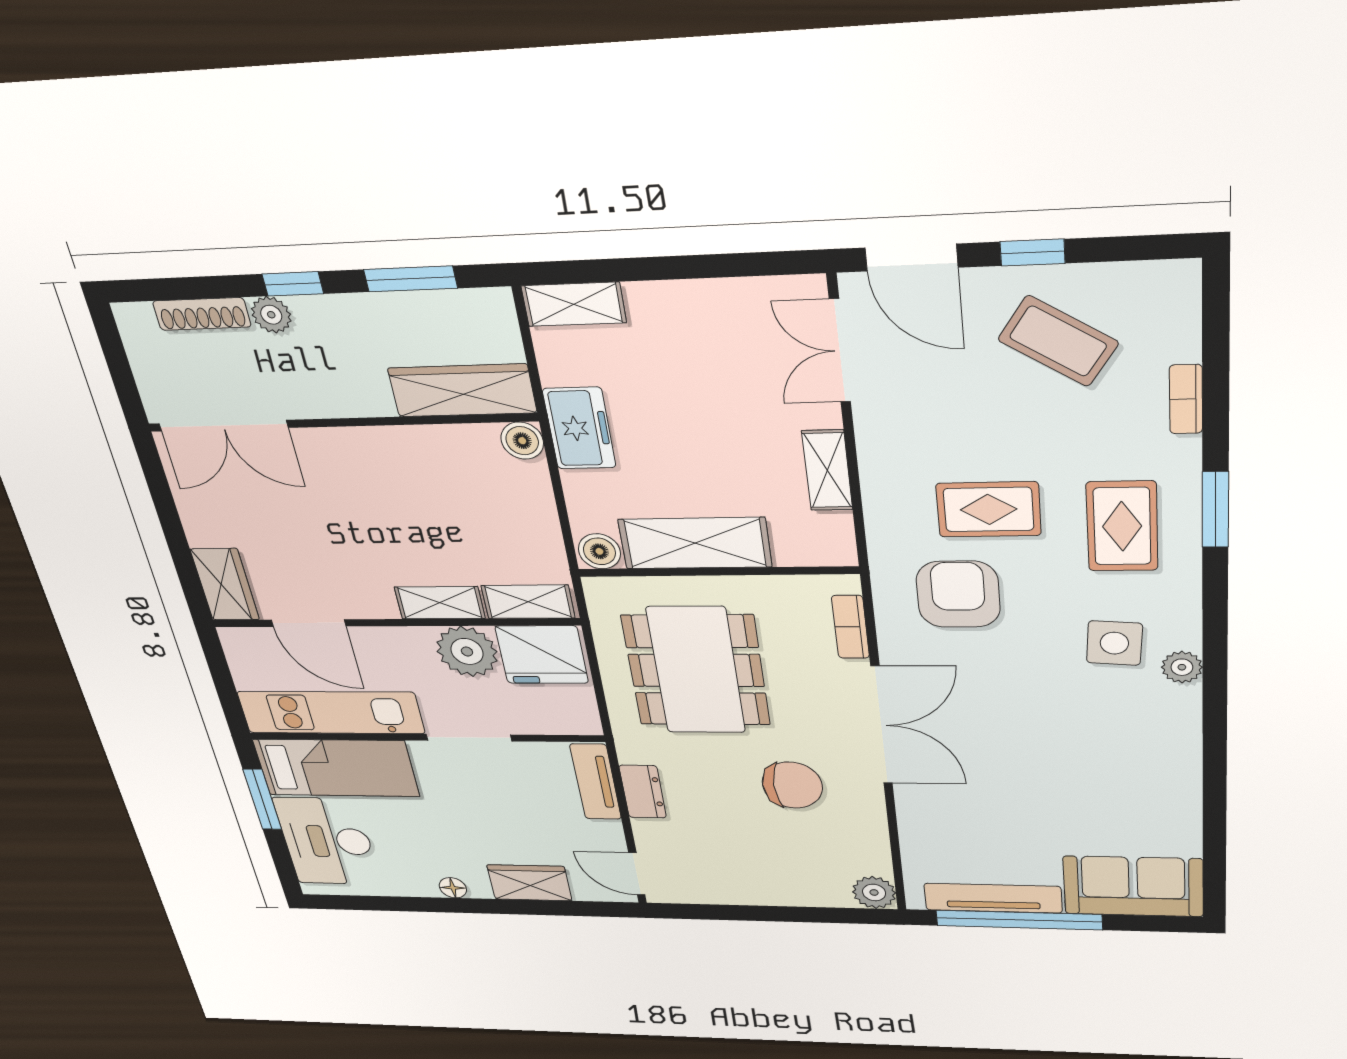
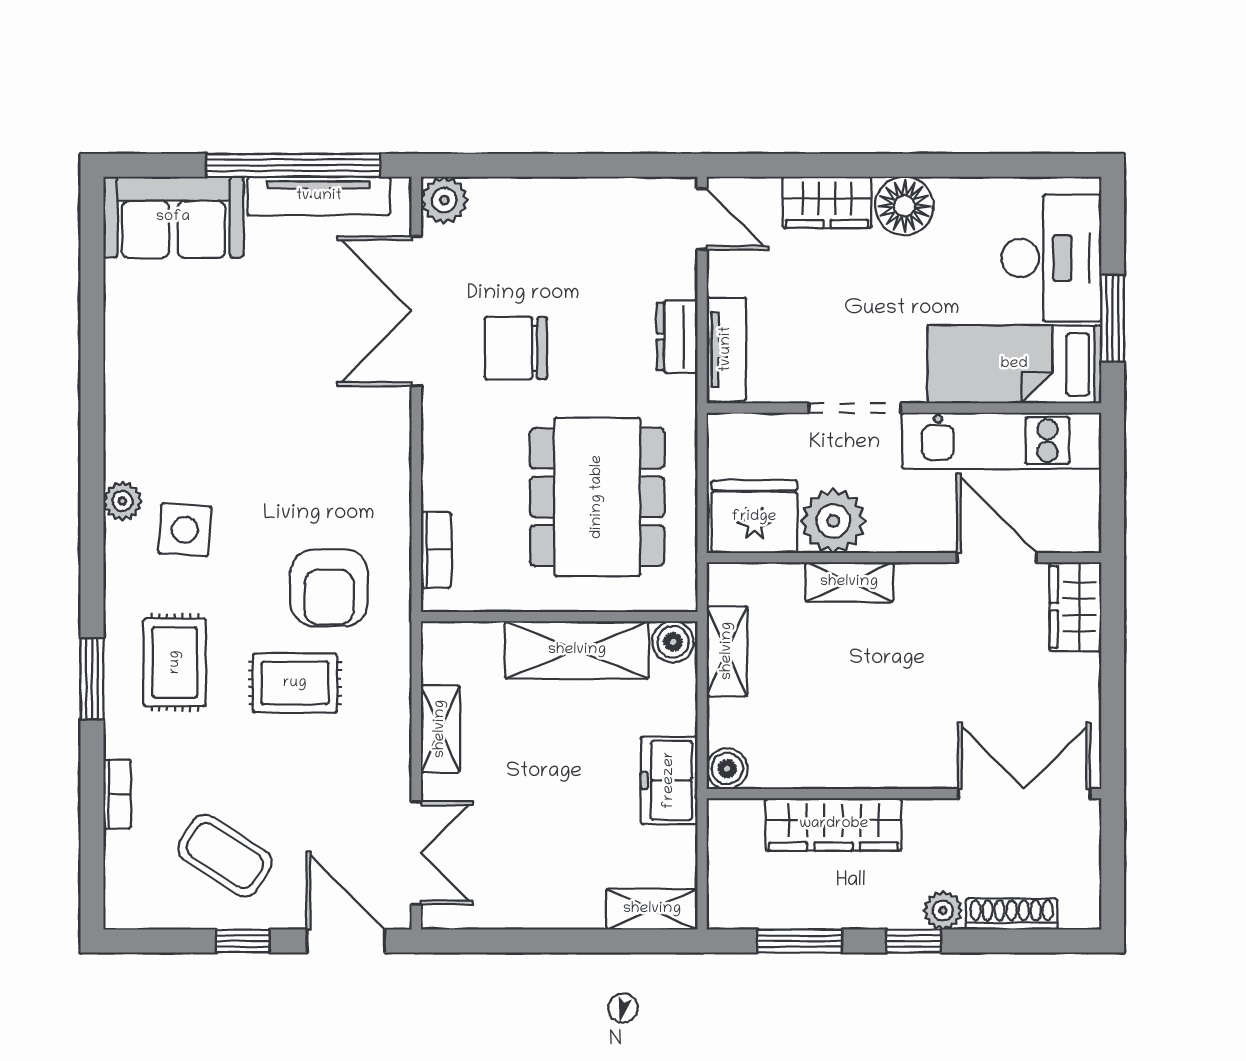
wardrobe: (462, 390) -> (834, 824), moved
shelving: (528, 602) -> (727, 651), moved, turned 90
double door: (882, 725) -> (416, 311), moved
floor lamp: (453, 888) -> (904, 206), width x1.89, depth x1.89

